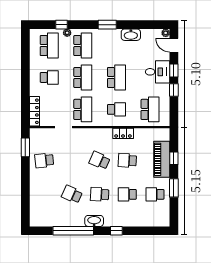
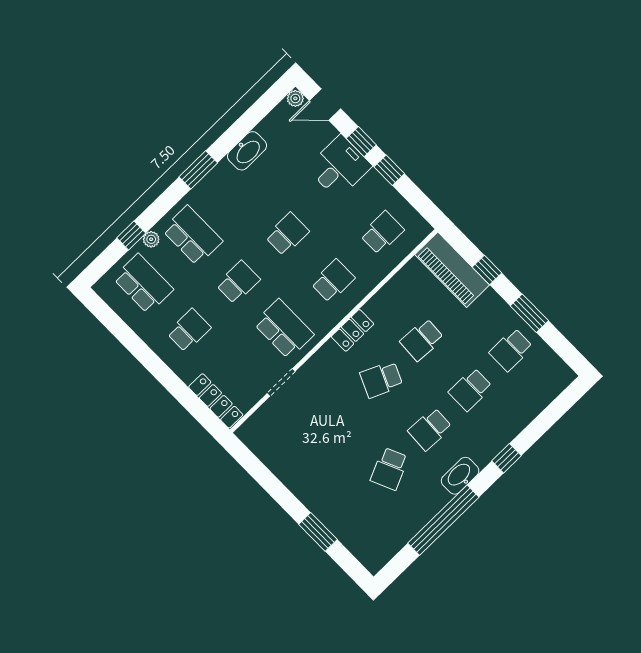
school desk: (83, 77) -> (238, 282), width x0.54
school desk: (116, 77) -> (287, 234), width x0.54
school desk: (150, 109) -> (382, 233), width x0.54
locker: (123, 133) -> (353, 330), moved
window: (25, 147) -> (318, 532), moved
piano: (162, 159) -> (452, 270), moved
school desk: (44, 160) -> (300, 459), removed
school desk: (72, 194) -> (389, 469), turned -48

